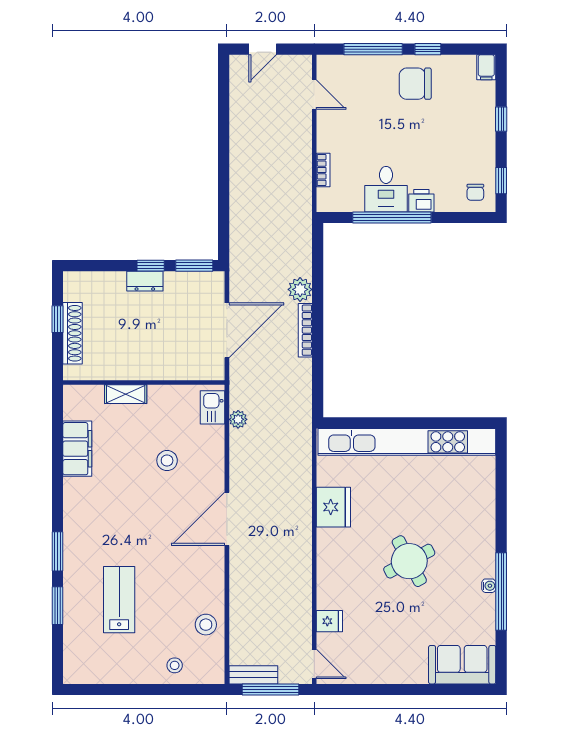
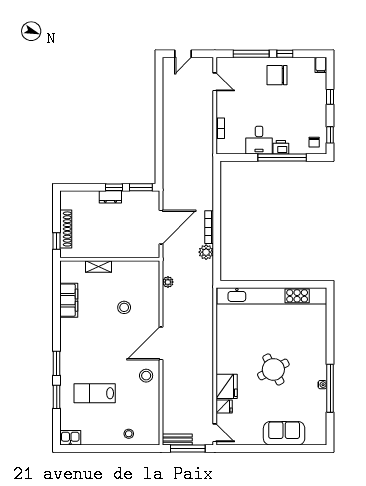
window: (392, 217) -> (282, 158), moved
plant: (300, 289) -> (206, 252), moved
window: (57, 319) -> (57, 241), moved
kitchen sink: (213, 407) -> (70, 438), moved, turned 90
fridge: (333, 507) -> (227, 386), moved
lab bench: (119, 600) -> (95, 393), turned -90
stool: (206, 625) -> (146, 376), moved
sofa: (462, 665) -> (284, 433), moved

